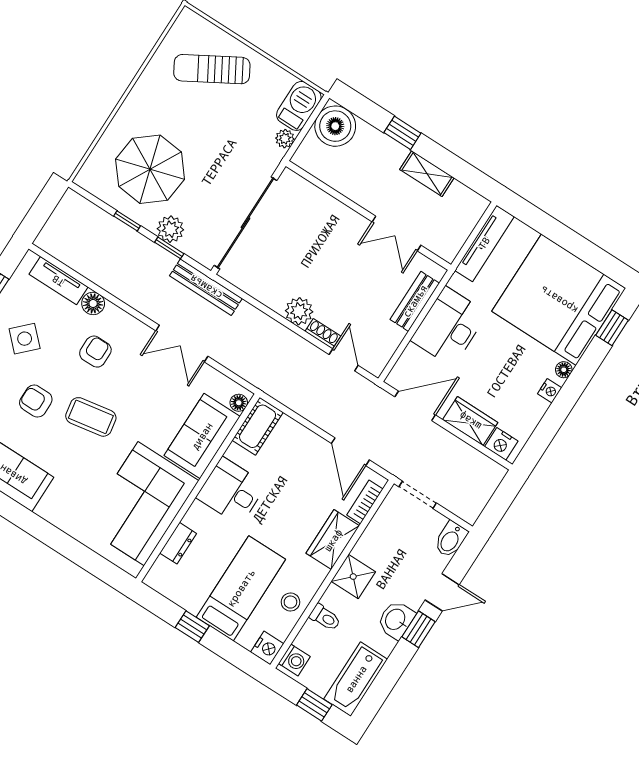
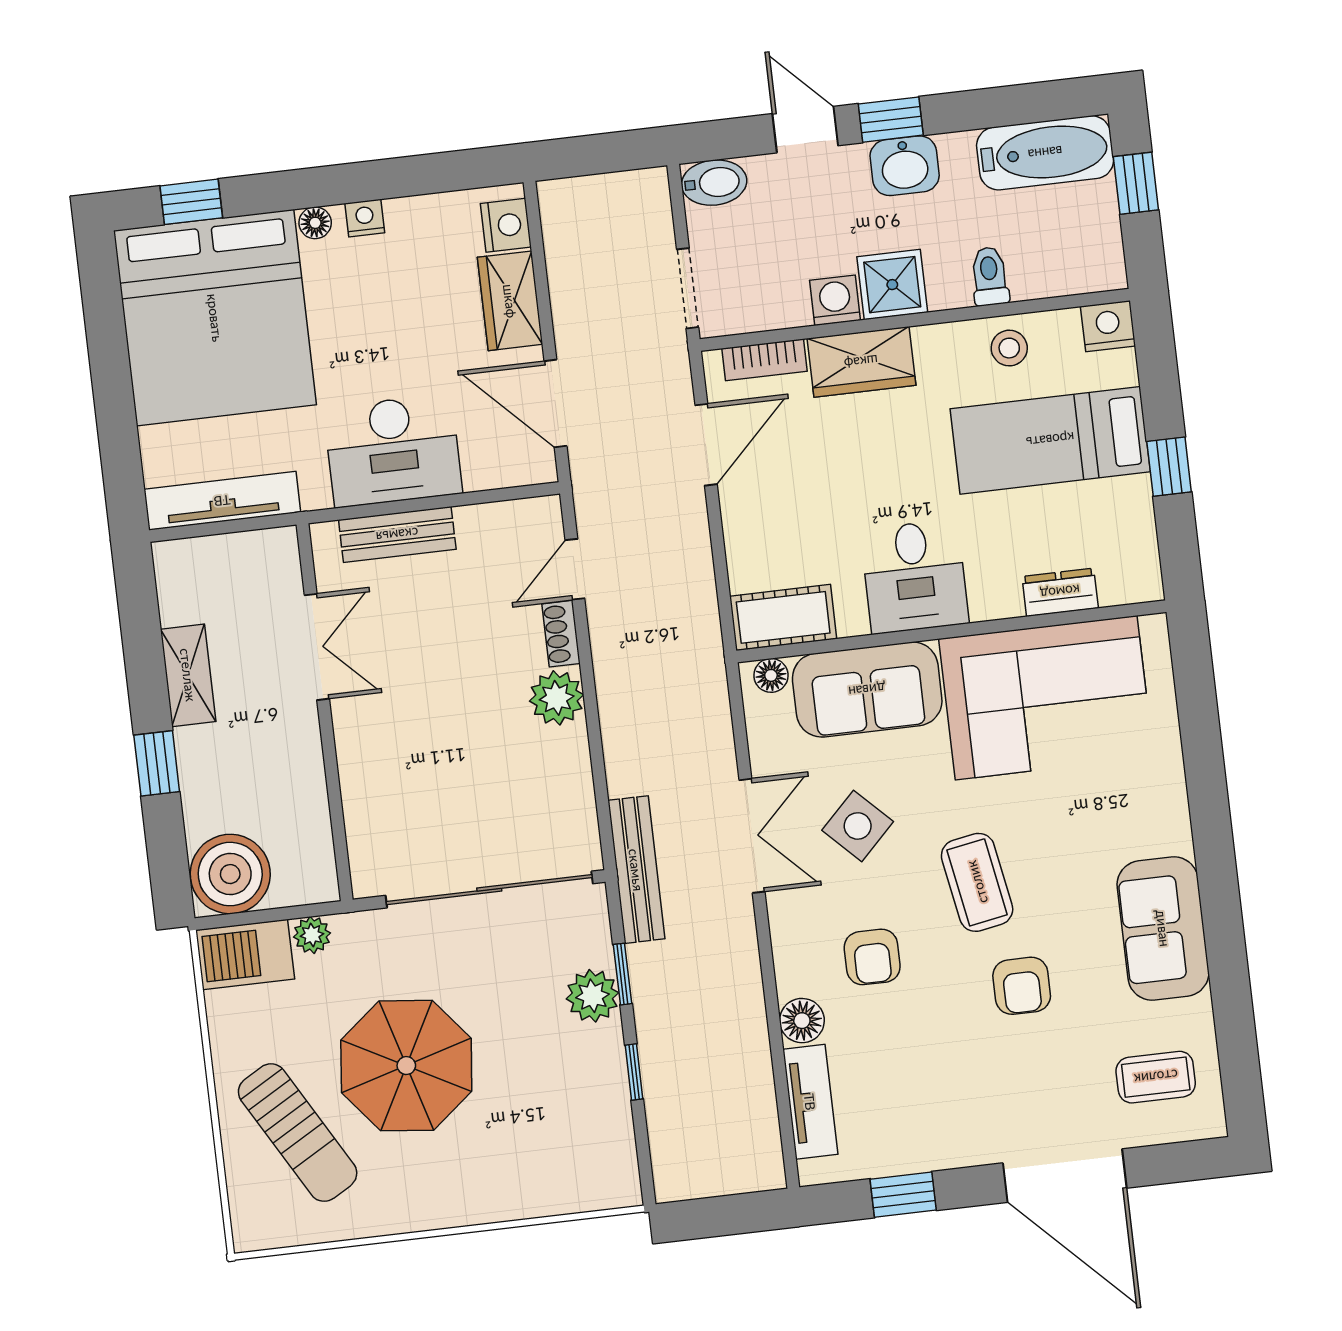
parasol: (150, 169) -> (406, 1066), moved
side table: (25, 339) -> (858, 826), moved
armchair: (95, 352) -> (872, 957), turned -90
washing machine: (294, 660) -> (835, 300), moved

